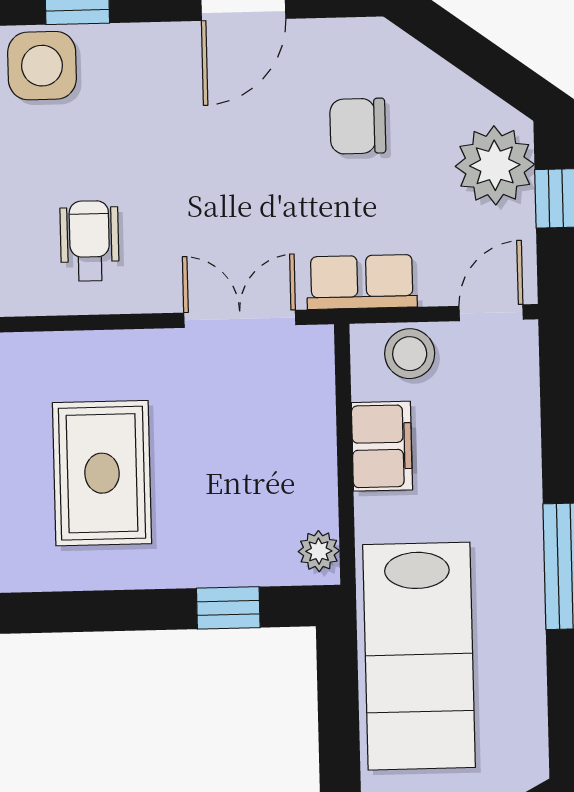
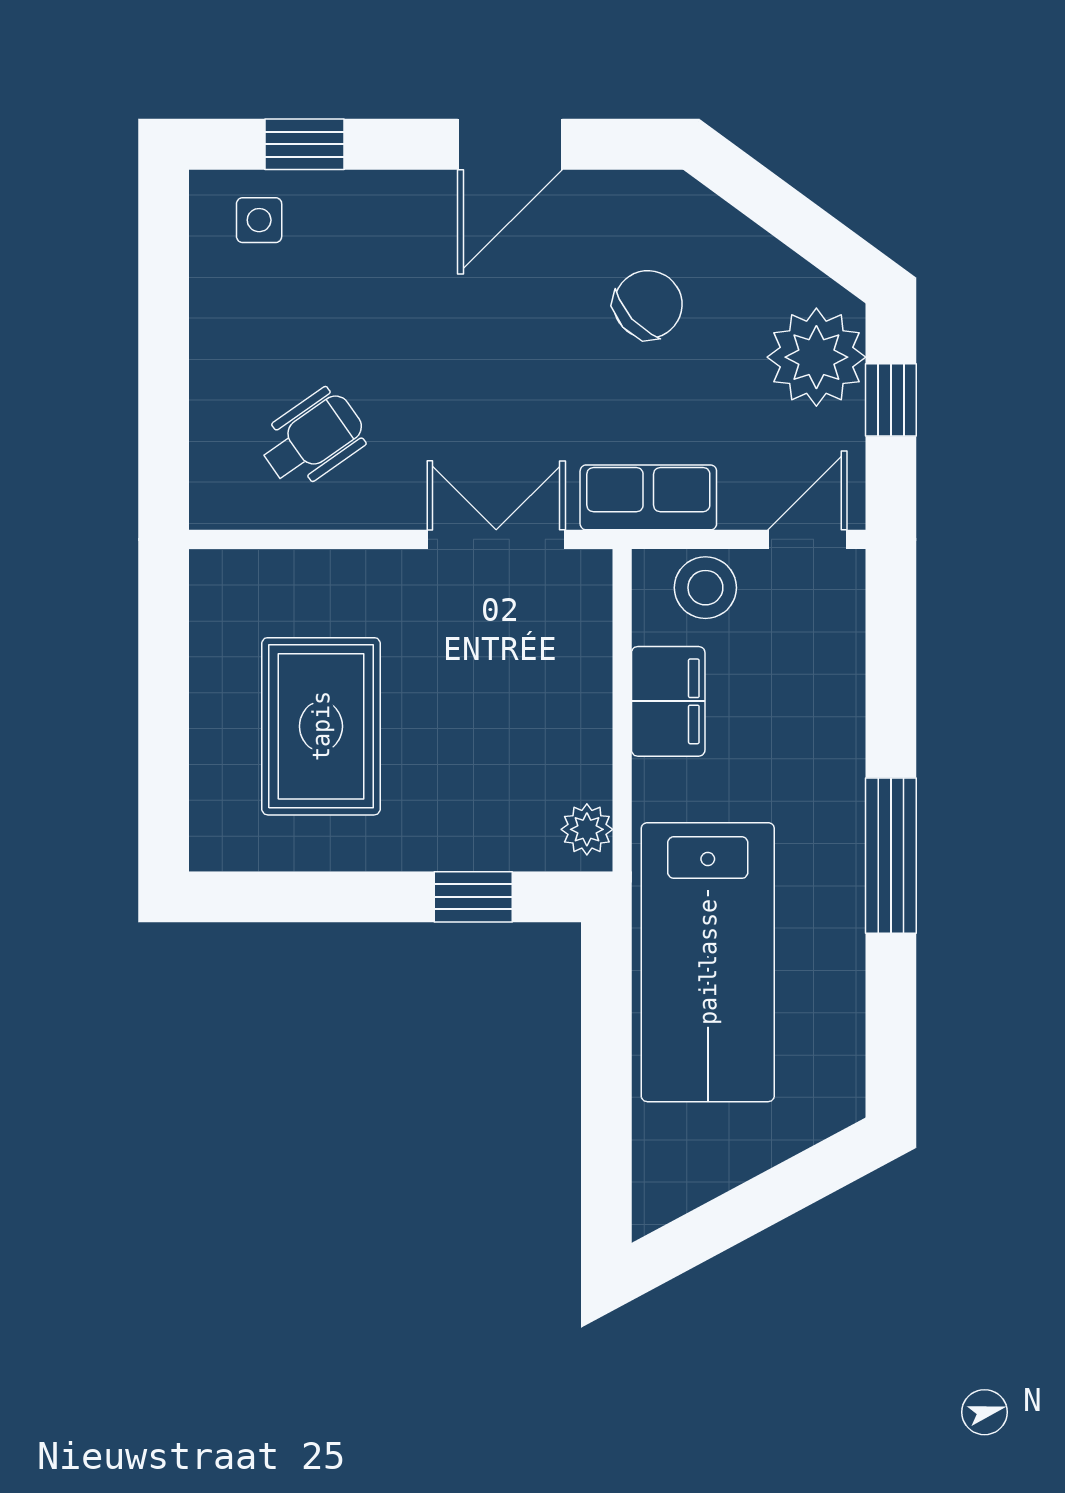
side table: (42, 66) -> (259, 220), width x0.54, depth x0.54
chair: (358, 126) -> (648, 305), turned 138
wheelchair: (89, 241) -> (313, 439), turned 55

